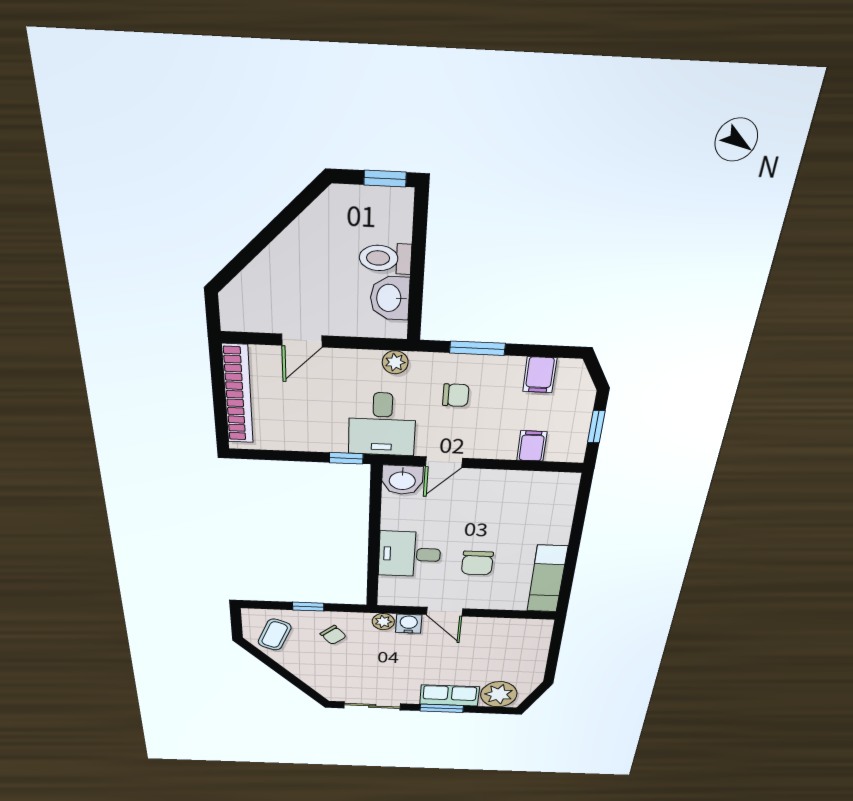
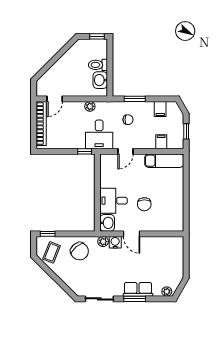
door: (302, 340) -> (55, 99), moved
plant: (395, 362) -> (90, 106), moved
washbasin: (402, 480) -> (107, 223), moved, turned -90
exam couch: (547, 579) -> (164, 161), moved, turned -90
window: (308, 607) -> (48, 234), moved
chair: (333, 635) -> (80, 251), width x1.87, depth x1.87
plant: (499, 694) -> (167, 292), width x0.53, depth x0.53

